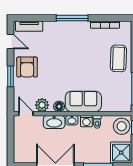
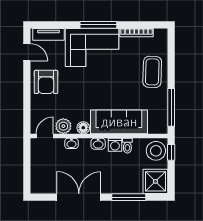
corner sofa: (67, 37) -> (92, 47), added
window: (11, 76) -> (27, 93), removed
sofa: (83, 101) -> (119, 122), width x1.36
door: (26, 114) -> (45, 136), hinge flipped
washbasin: (54, 122) -> (71, 143), width x0.52, depth x0.69

